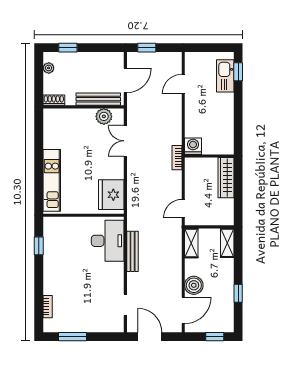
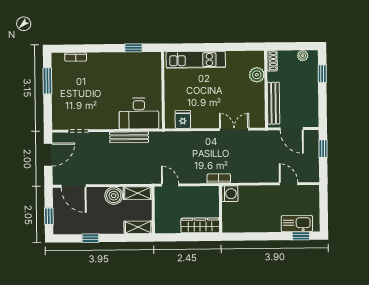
plant: (104, 116) -> (257, 75), moved
fridge: (111, 195) -> (183, 119), width x0.53, depth x0.75
boiler: (194, 285) -> (114, 196), moved

